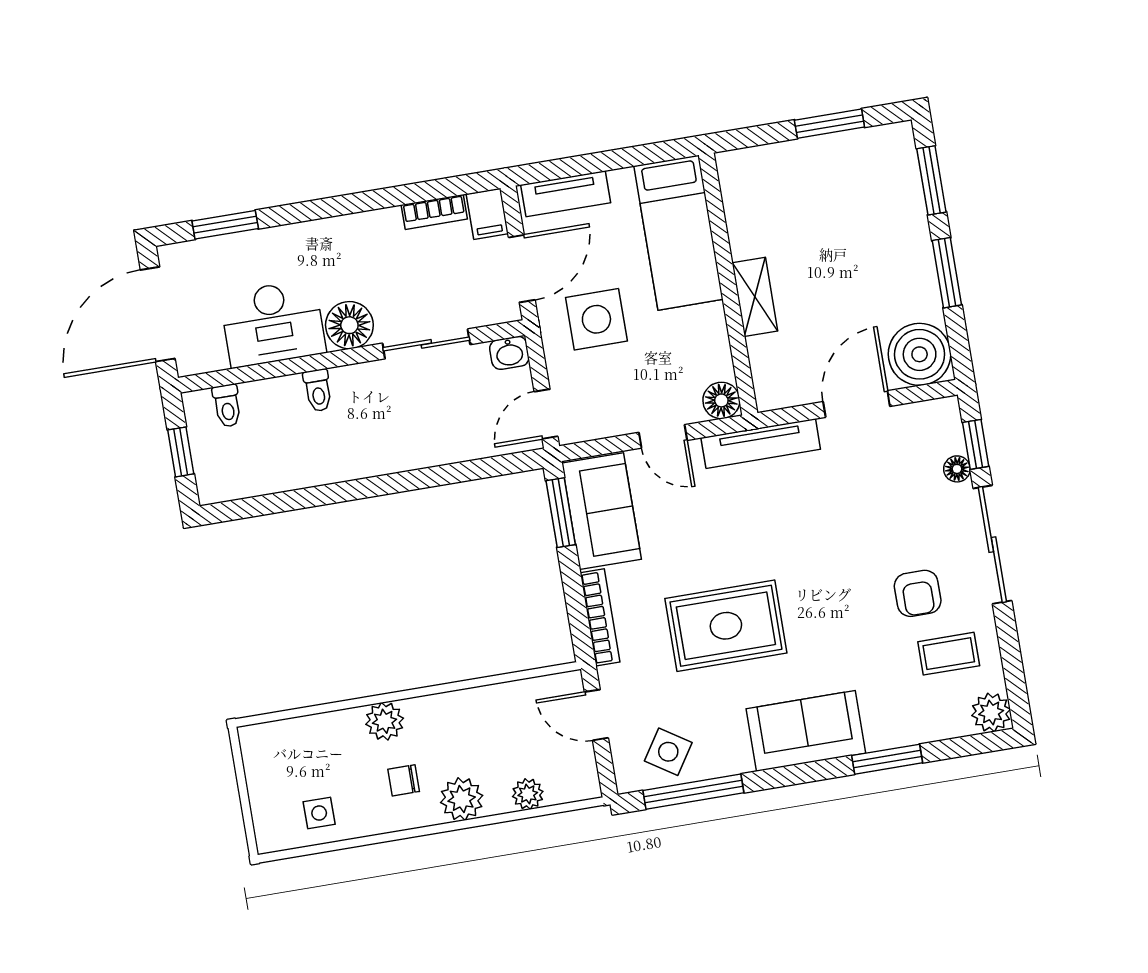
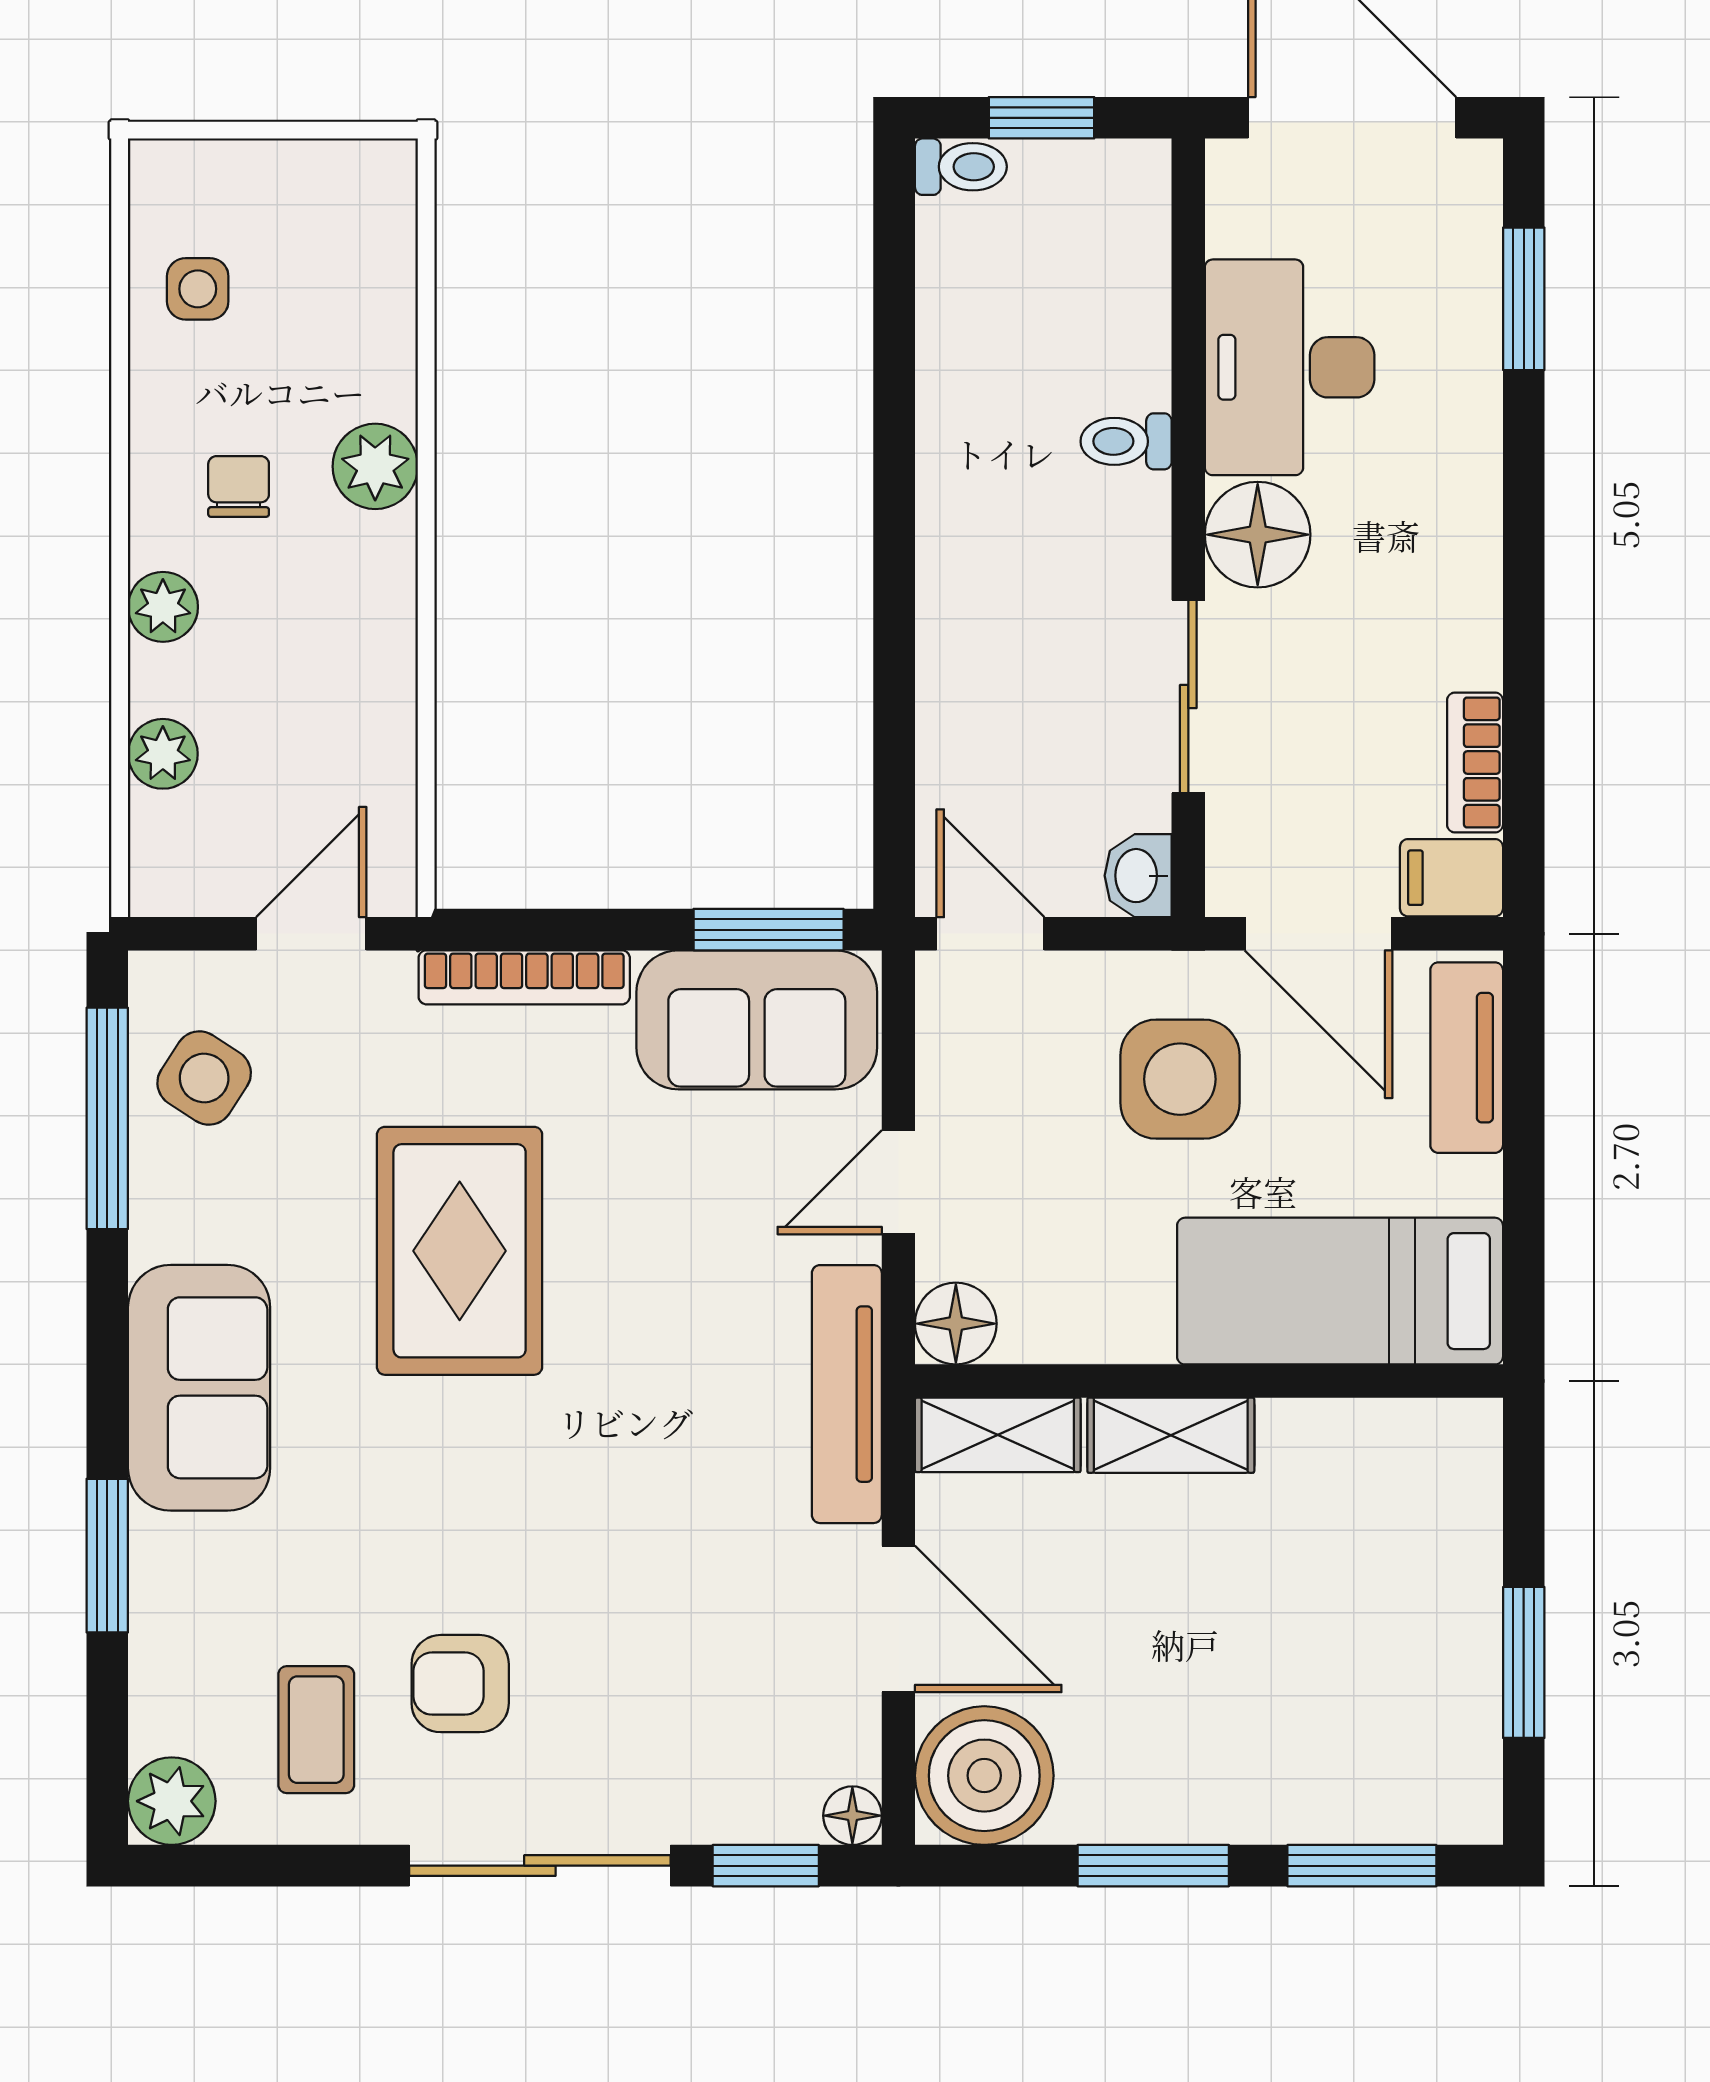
shelving: (768, 374) -> (998, 1435), added
toilet: (227, 406) -> (961, 167), moved, turned 180
floor lamp: (957, 469) -> (852, 1816), moved
plant: (462, 799) -> (163, 607), width x0.73, depth x0.73

